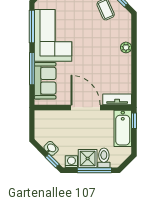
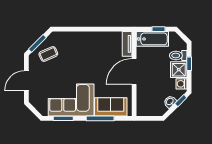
window: (32, 26) -> (63, 118), width x0.69
plant: (126, 47) -> (82, 36), removed
window: (134, 121) -> (158, 29), moved
window: (94, 170) -> (189, 64), width x0.46

